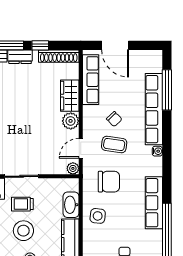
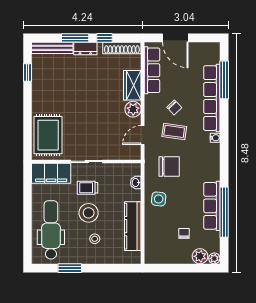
plant: (73, 168) -> (135, 154), removed
row of seats: (154, 203) -> (212, 206), moved
washbasin: (71, 205) -> (136, 183), width x0.52, depth x0.69

